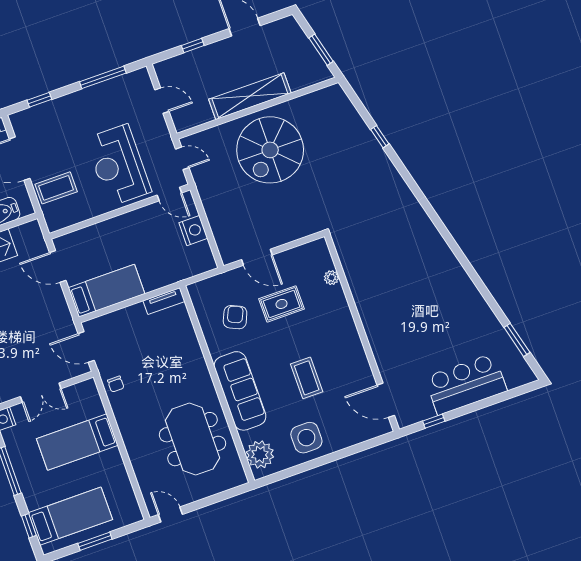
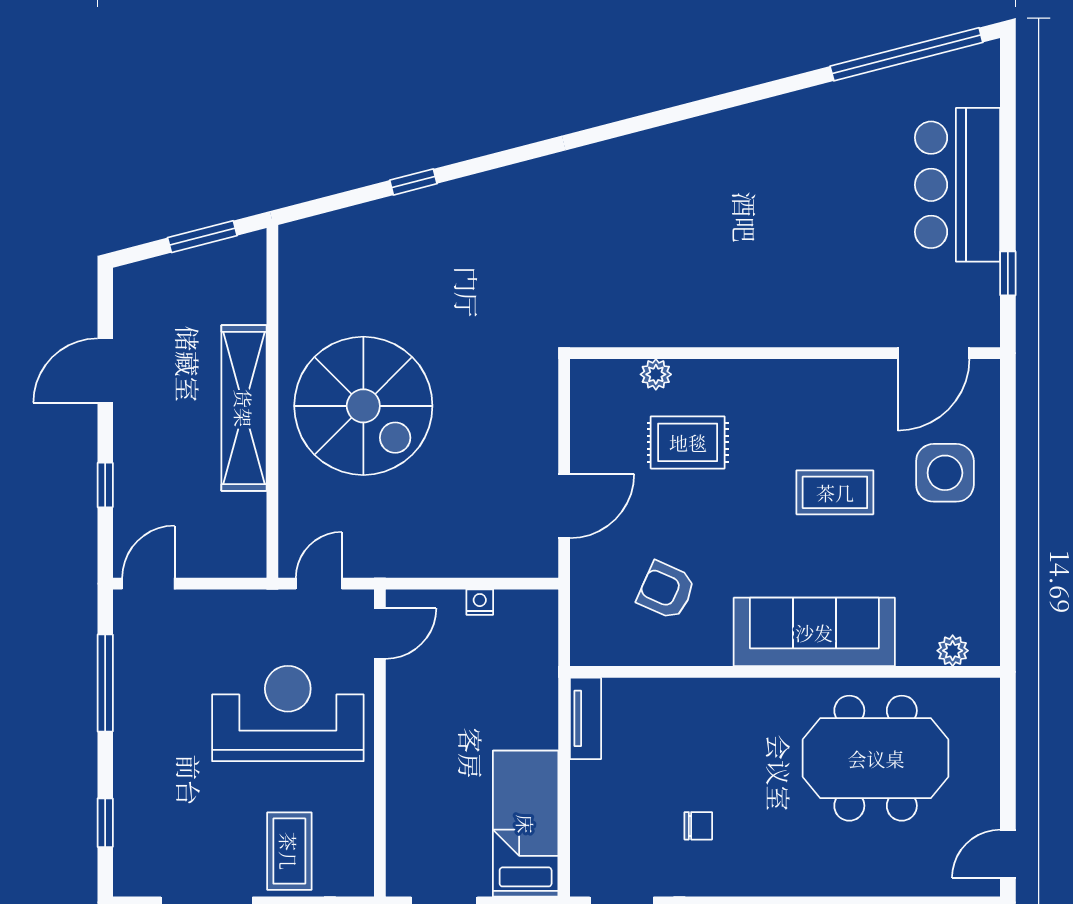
door: (162, 101) -> (148, 584), moved
reception desk: (118, 165) -> (288, 714), turned 180
nightstand: (193, 231) -> (480, 602), width x0.53, depth x0.56
rug: (282, 304) -> (688, 442), moved, turned 90
window: (517, 340) -> (906, 54), width x2.11
chair: (116, 384) -> (698, 826), moved
side table: (306, 438) -> (945, 473), moved
plant: (260, 455) -> (953, 651), width x0.53, depth x0.53

